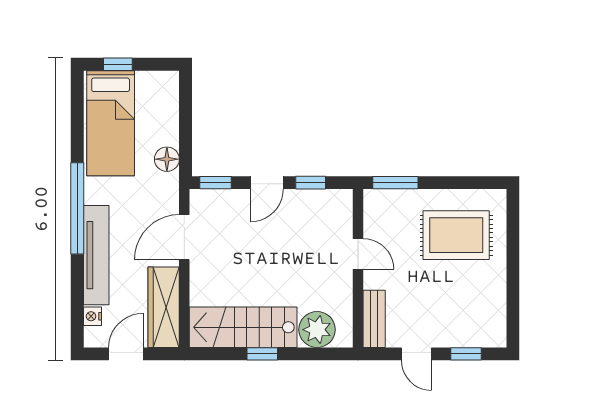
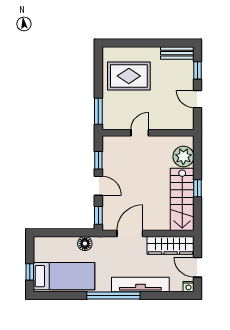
rug: (456, 235) -> (129, 76), turned 90
door: (184, 237) -> (130, 233), swing flipped
nightstand: (92, 316) -> (188, 287), moved
bench: (374, 319) -> (177, 53), moved
door: (416, 354) -> (198, 99), swing flipped

